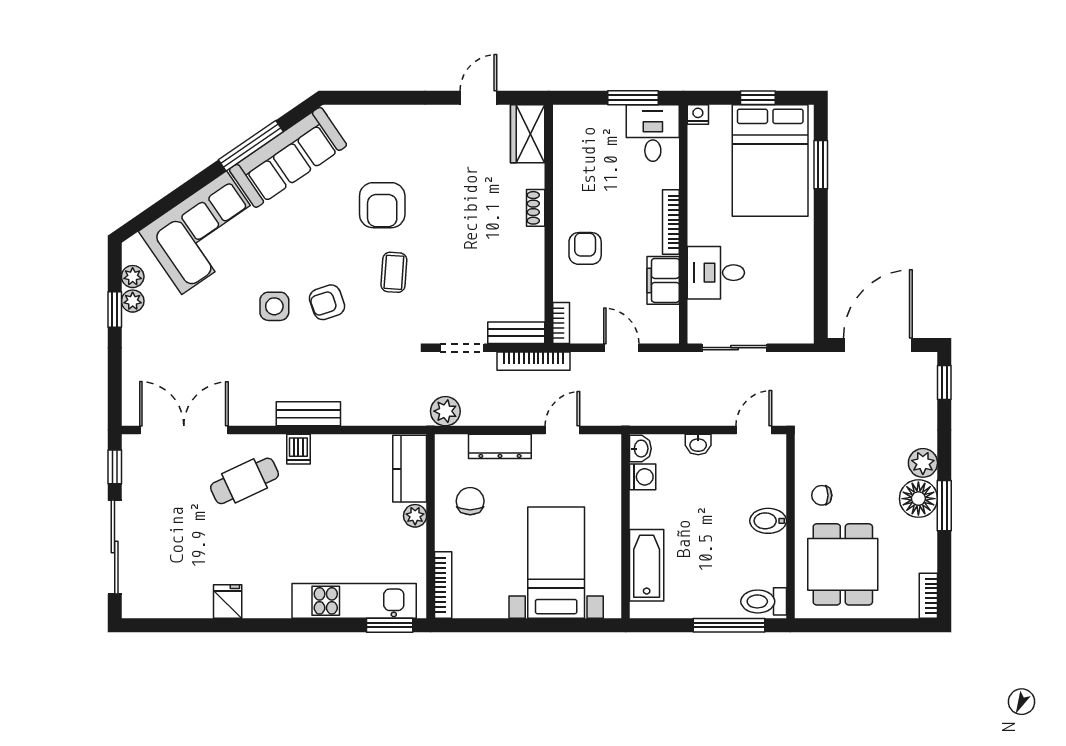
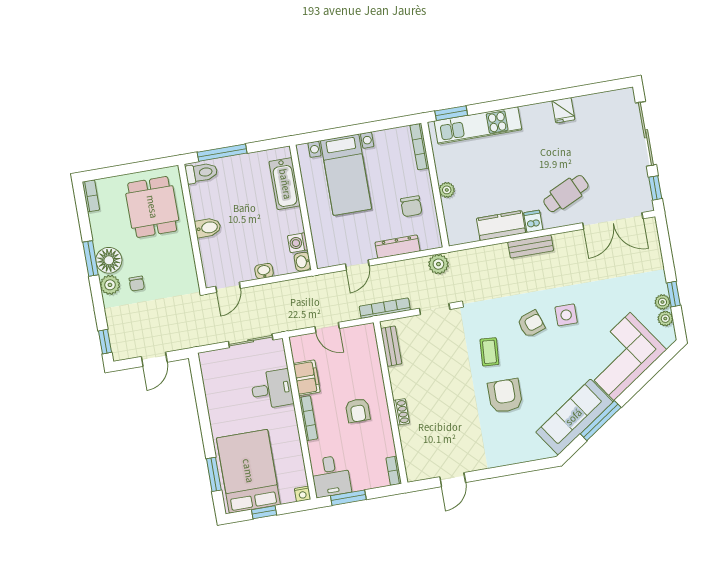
wardrobe: (528, 134) -> (415, 461), removed
armchair: (585, 248) -> (358, 410), moved
bookcase: (561, 323) -> (394, 471), moved
bench: (516, 333) -> (391, 346), moved, turned 90
door: (878, 345) -> (154, 359), width x0.53
kitchen counter: (410, 469) -> (501, 226), moved, turned -90
chair: (822, 495) -> (137, 284), moved, turned 90

